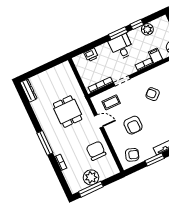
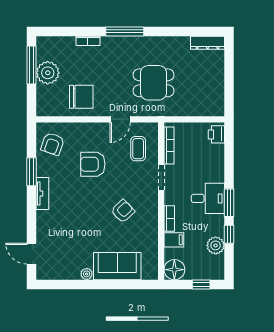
printer: (91, 55) -> (216, 134), moved

